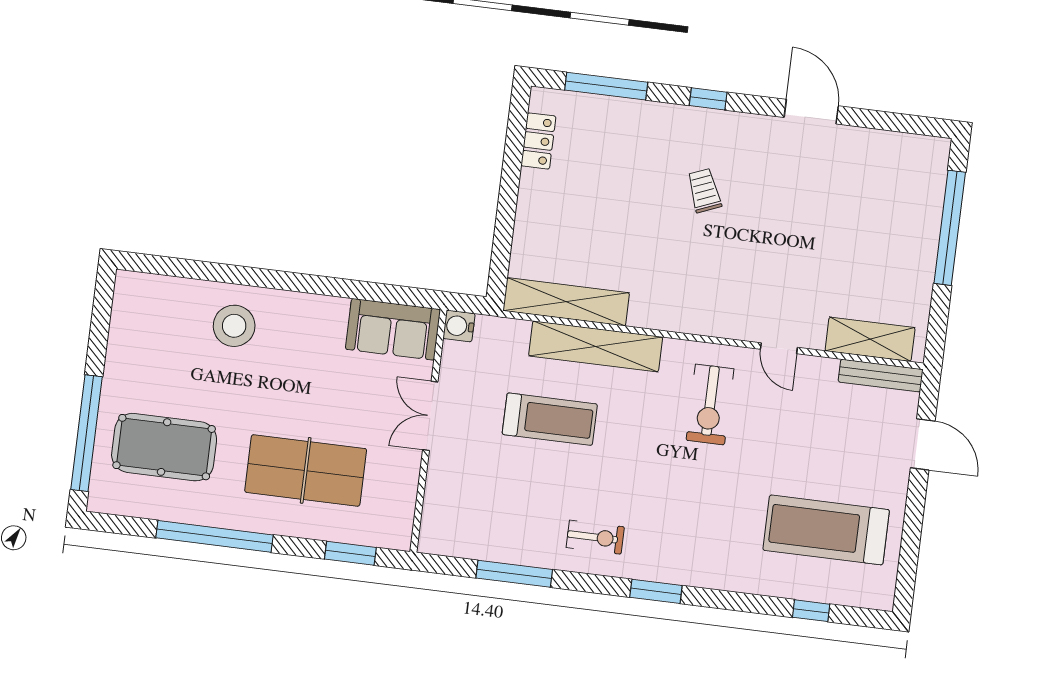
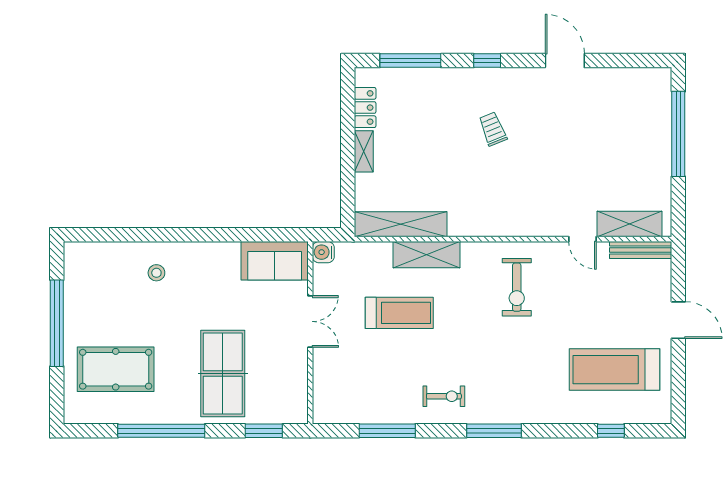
shelving: (529, 199) -> (364, 151), added
stool: (234, 326) -> (156, 273), width x0.53, depth x0.53
shelving: (596, 346) -> (427, 255), width x0.68
door: (779, 348) -> (583, 239), moved
double door: (430, 416) -> (310, 321), swing flipped
window: (87, 433) -> (57, 323), moved
door: (923, 444) -> (678, 320), moved
table tennis table: (306, 470) -> (223, 373), turned 90
window: (656, 591) -> (494, 431), width x1.44

